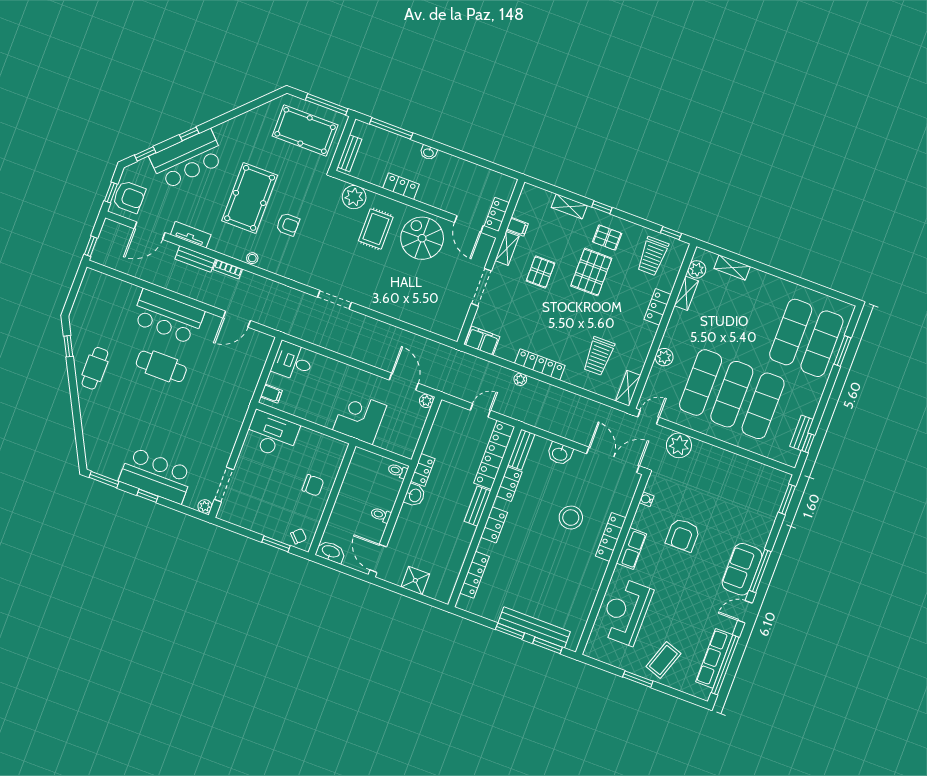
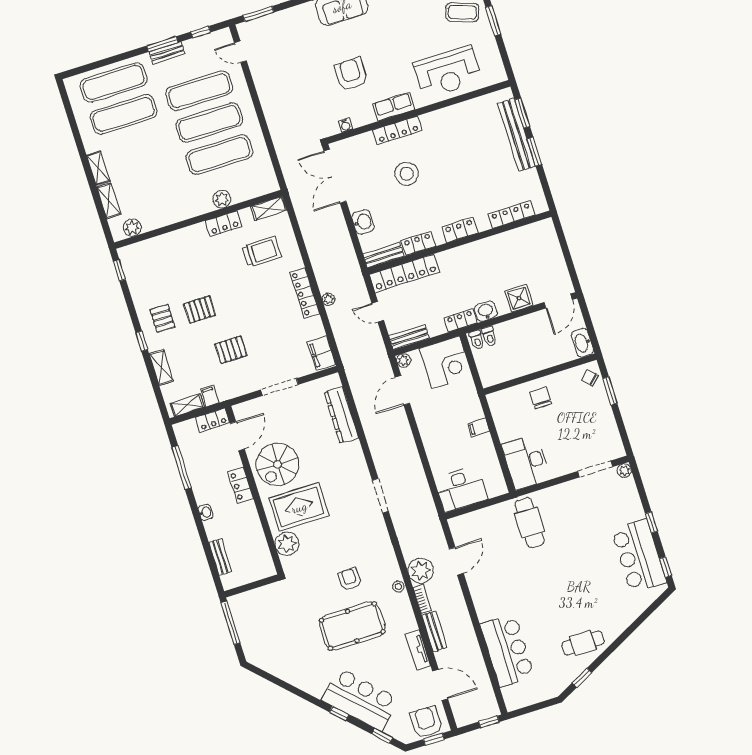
window: (391, 128) -> (182, 468), moved
pool table: (305, 131) -> (265, 624), removed
bench: (350, 153) -> (220, 557), moved, turned 90
locker: (401, 186) -> (241, 485), moved
rug: (376, 229) -> (299, 507), width x1.36, depth x1.43
shelving: (507, 248) -> (187, 405), moved
trolley: (653, 256) -> (149, 271), removed
pallet: (591, 272) -> (200, 310), width x0.67, depth x0.71
shelving: (686, 293) -> (98, 168), moved, turned 90
locker: (658, 307) -> (224, 224), moved
bar counter: (168, 317) -> (507, 650), moved
door: (237, 319) -> (456, 561), hinge flipped
dresser: (422, 319) -> (341, 415), added
window: (842, 351) -> (162, 44), moved
desk: (293, 362) -> (461, 489), width x1.37
cafe table: (161, 366) -> (530, 523), moved
filing cabinet: (271, 394) -> (479, 427), moved, turned -90
door: (648, 417) -> (240, 52), moved
corner desk: (360, 418) -> (446, 362), moved, turned -90
bench: (802, 433) -> (167, 53), moved
plant: (679, 445) -> (421, 571), moved
bar counter: (156, 476) -> (639, 556), moved
window: (104, 480) -> (665, 567), width x0.67
bench: (478, 506) -> (409, 337), moved
toilet: (381, 515) -> (489, 336), moved
armchair: (683, 535) -> (351, 74), turned -90
shower: (415, 580) -> (519, 298), moved

